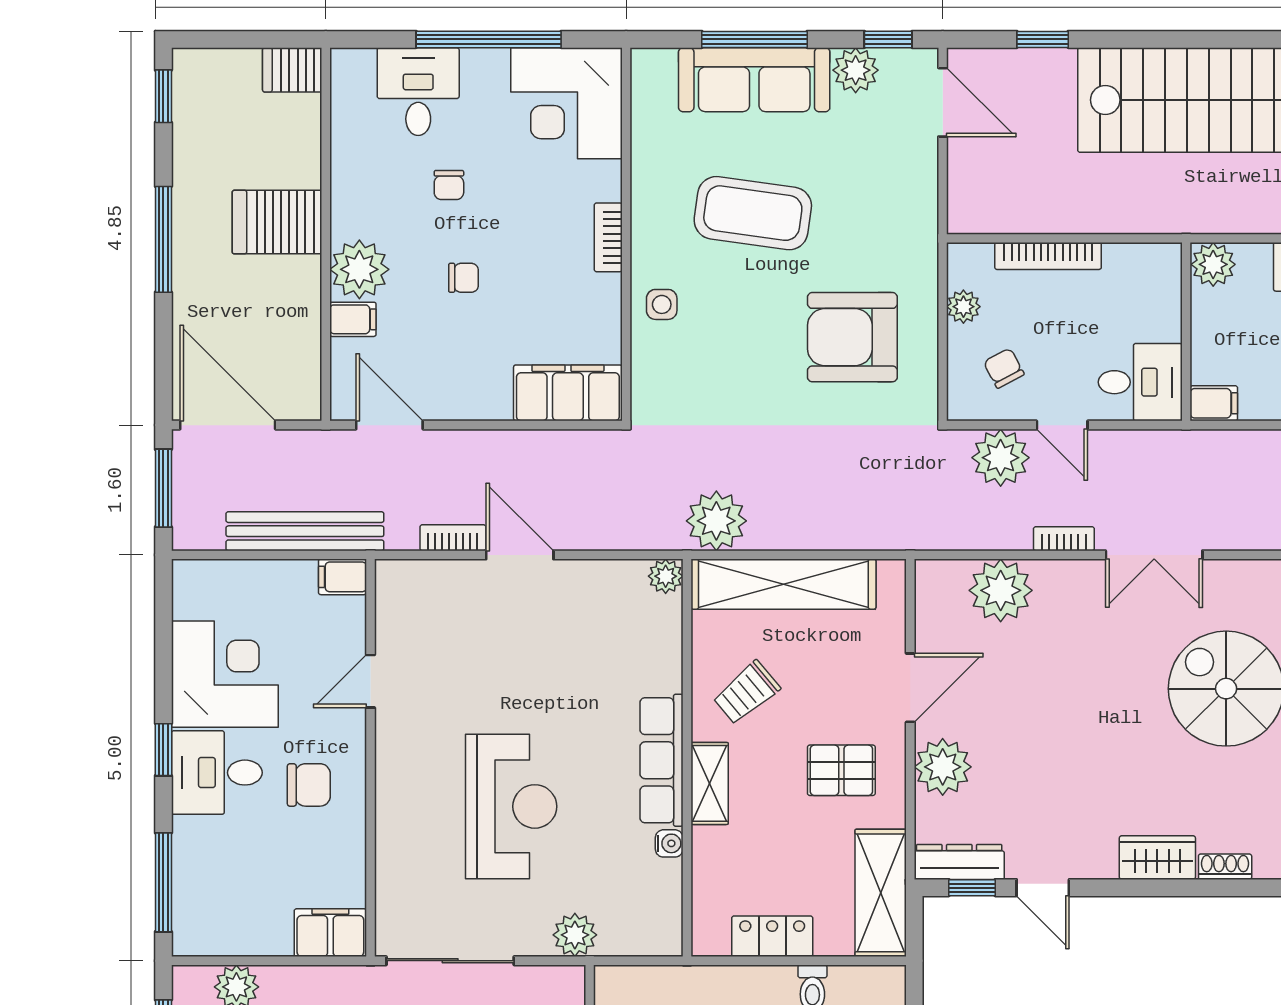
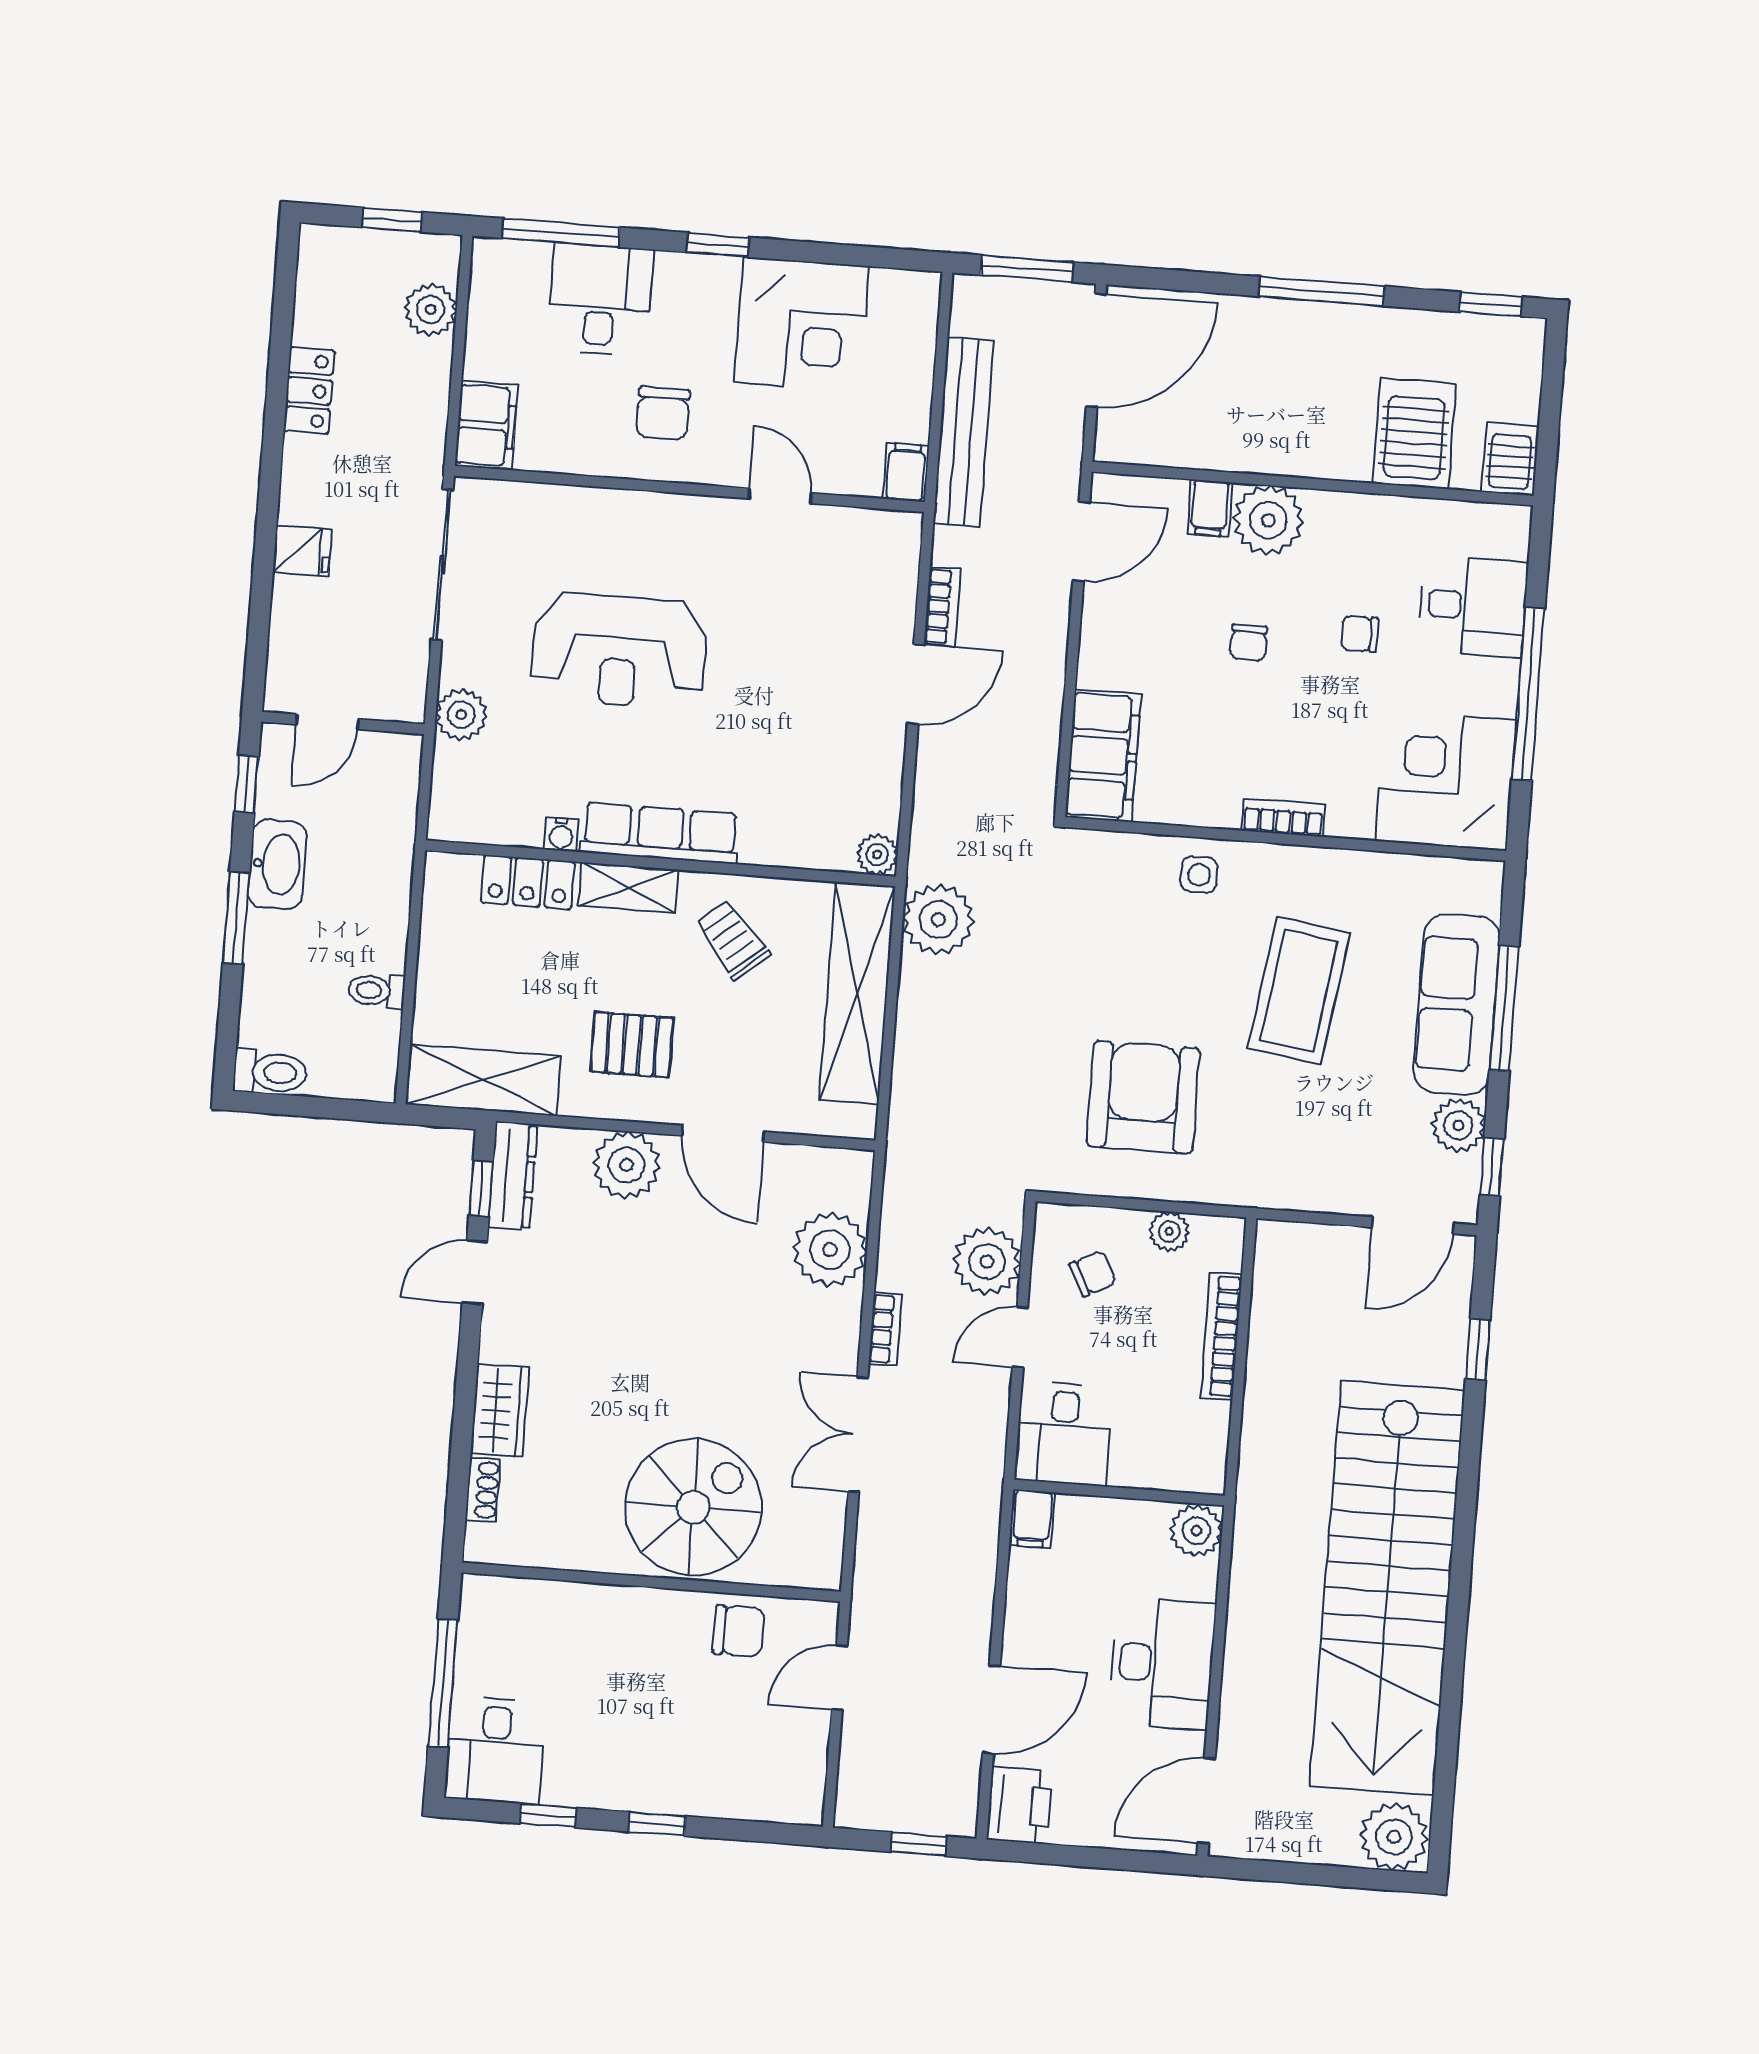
server rack: (277, 222) -> (1414, 434), moved
pallet: (841, 770) -> (632, 1045), turned 90
desk: (217, 773) -> (600, 299), moved
locker: (772, 936) -> (528, 882), moved, turned 90

